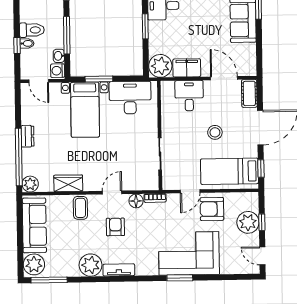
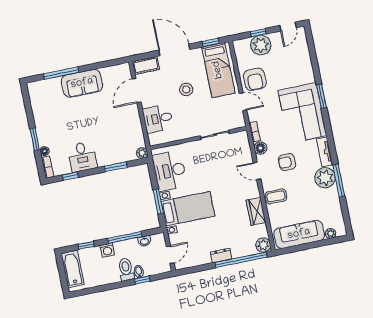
window: (145, 26) -> (116, 167), moved
plant: (160, 66) -> (142, 153), width x0.53, depth x0.53
filing cabinet: (187, 68) -> (134, 125), removed
washing machine: (58, 71) -> (107, 250), moved
corner sofa: (189, 253) -> (302, 113), moved
plant: (34, 264) -> (331, 233), width x0.53, depth x0.53
window: (49, 280) -> (339, 180), moved

